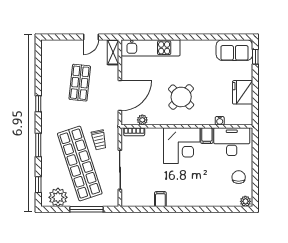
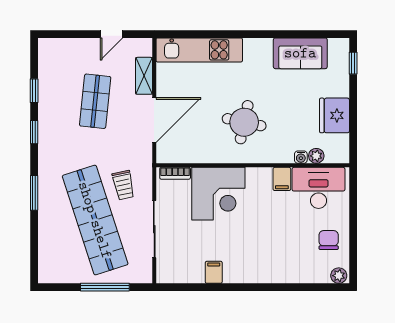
sofa: (234, 50) -> (300, 53), moved
shelving: (113, 52) -> (144, 76), moved
round table: (181, 97) -> (244, 122), turned -32
plant: (142, 120) -> (316, 156), moved
corner desk: (182, 146) -> (218, 194), moved
window: (38, 185) -> (34, 91), moved
plant: (58, 197) -> (63, 270), removed

